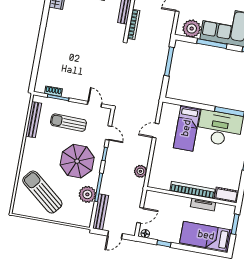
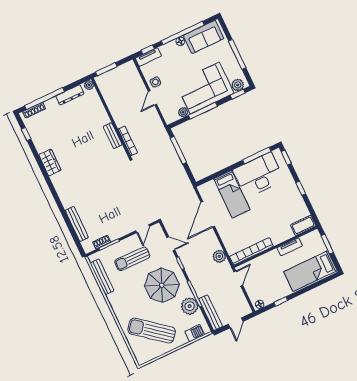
plant: (192, 29) -> (183, 112), width x0.53, depth x0.53
bench: (44, 62) -> (77, 224), added
door: (95, 104) -> (143, 229), swing flipped
door: (156, 131) -> (208, 214), width x1.88
bookcase: (192, 190) -> (251, 251), moved
door: (140, 215) -> (238, 278), moved
barbecue: (76, 219) -> (195, 333), added

